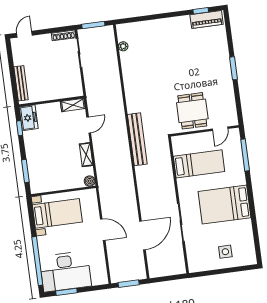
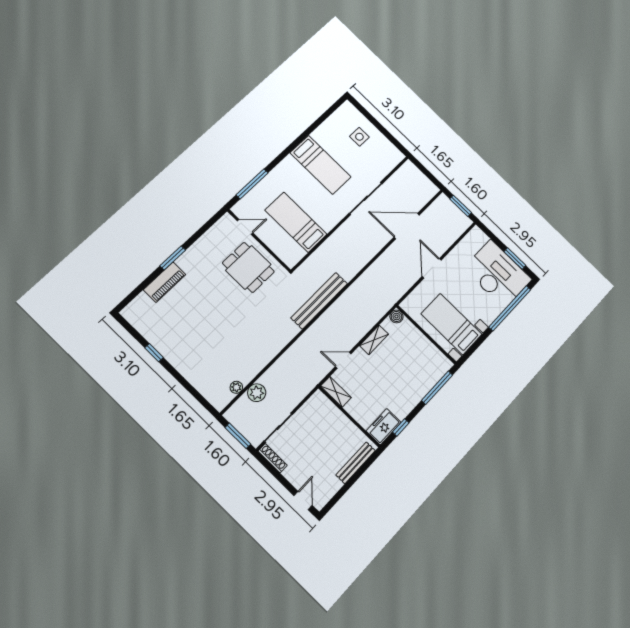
window: (201, 11) -> (154, 353), moved
piano: (207, 19) -> (165, 282), moved, turned 90
door: (24, 34) -> (303, 500), swing flipped
plant: (110, 56) -> (257, 393), added
dining table: (192, 111) -> (248, 267), turned 90
window: (25, 171) -> (437, 388), width x1.44
bed: (225, 205) -> (321, 165), width x0.67

